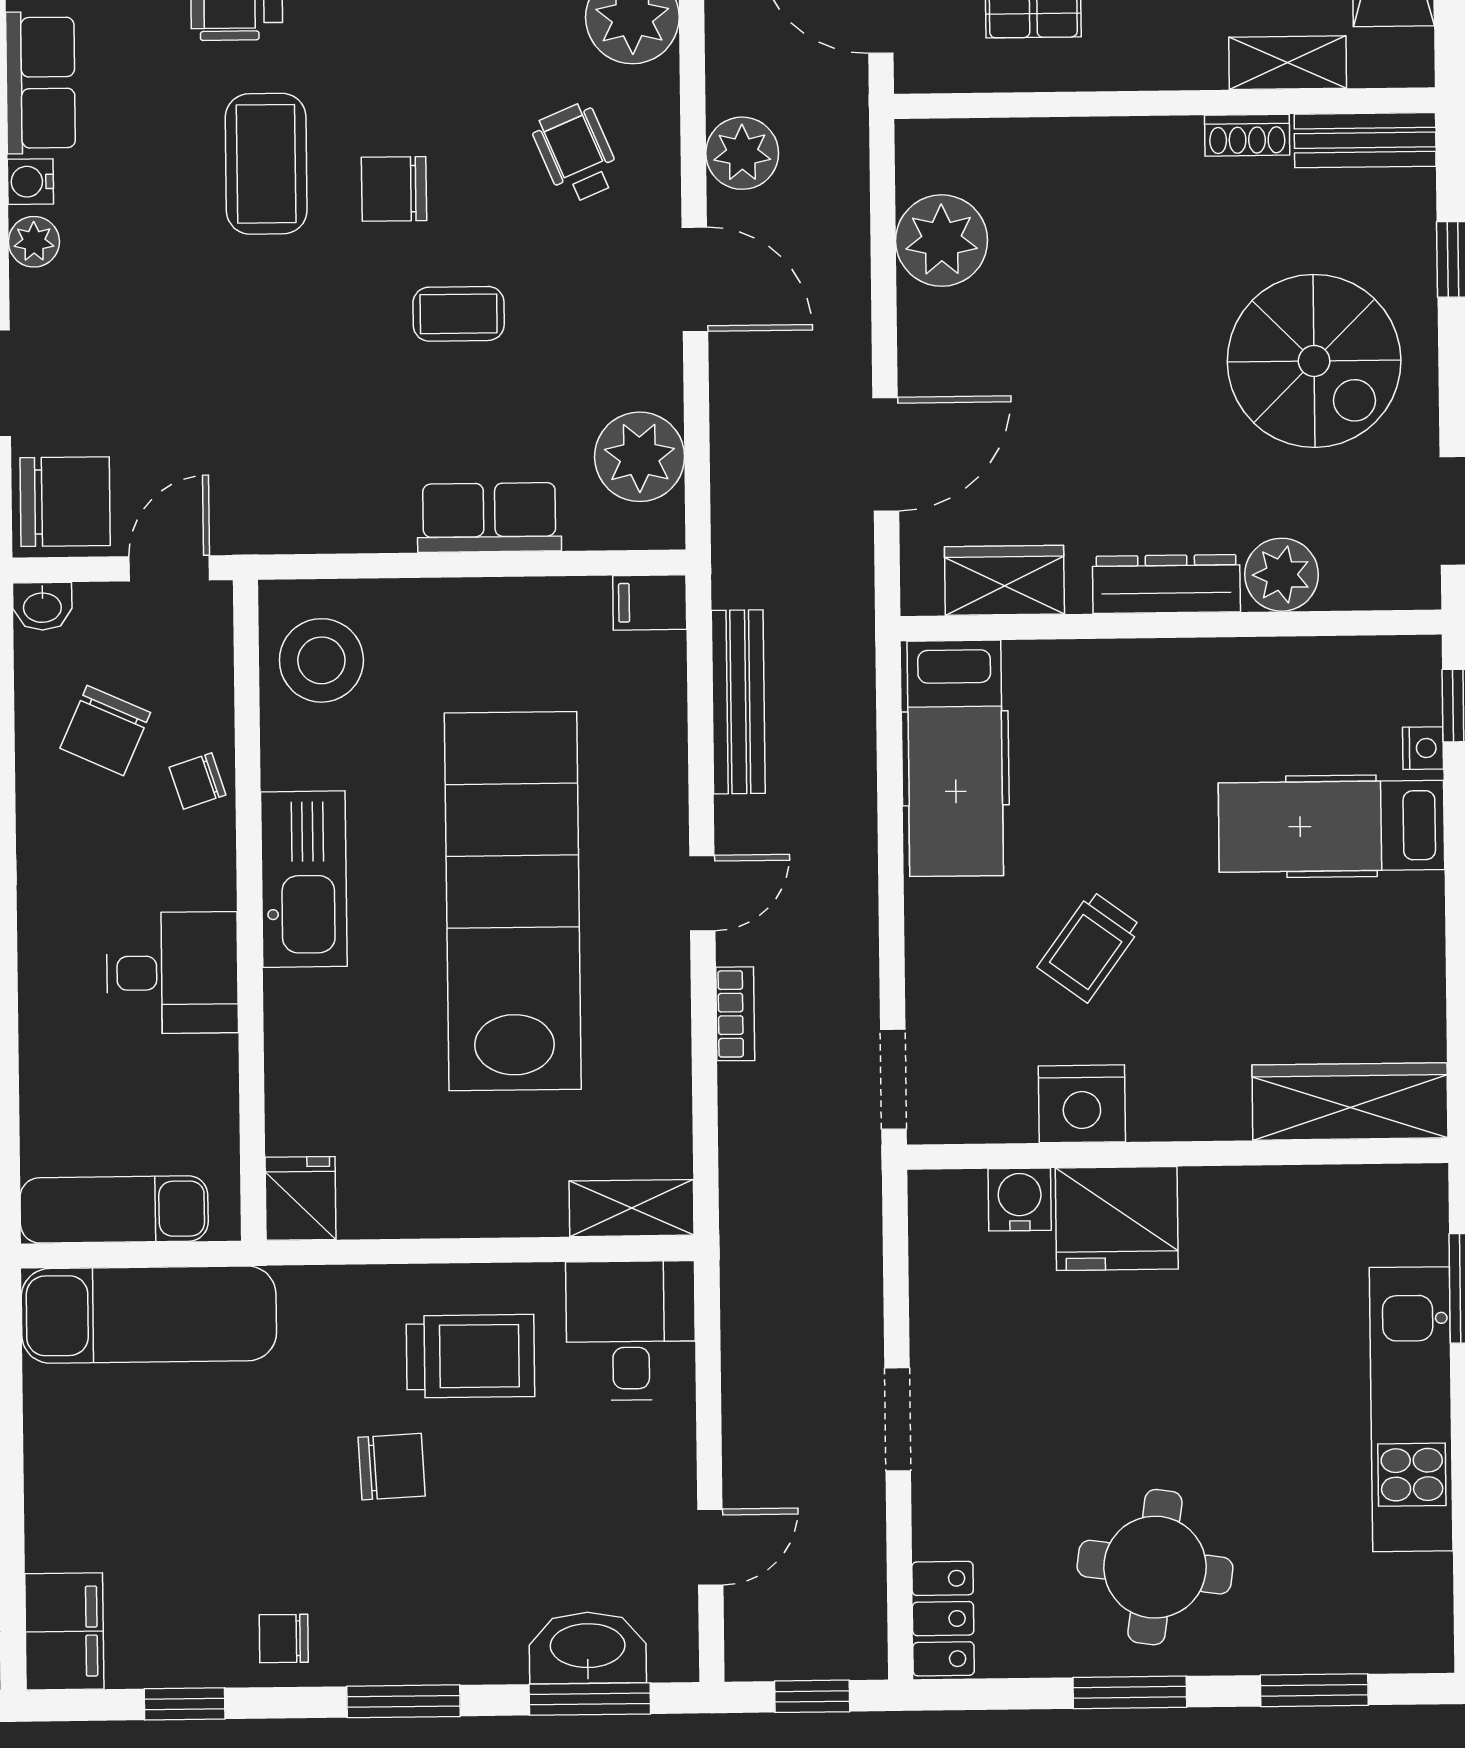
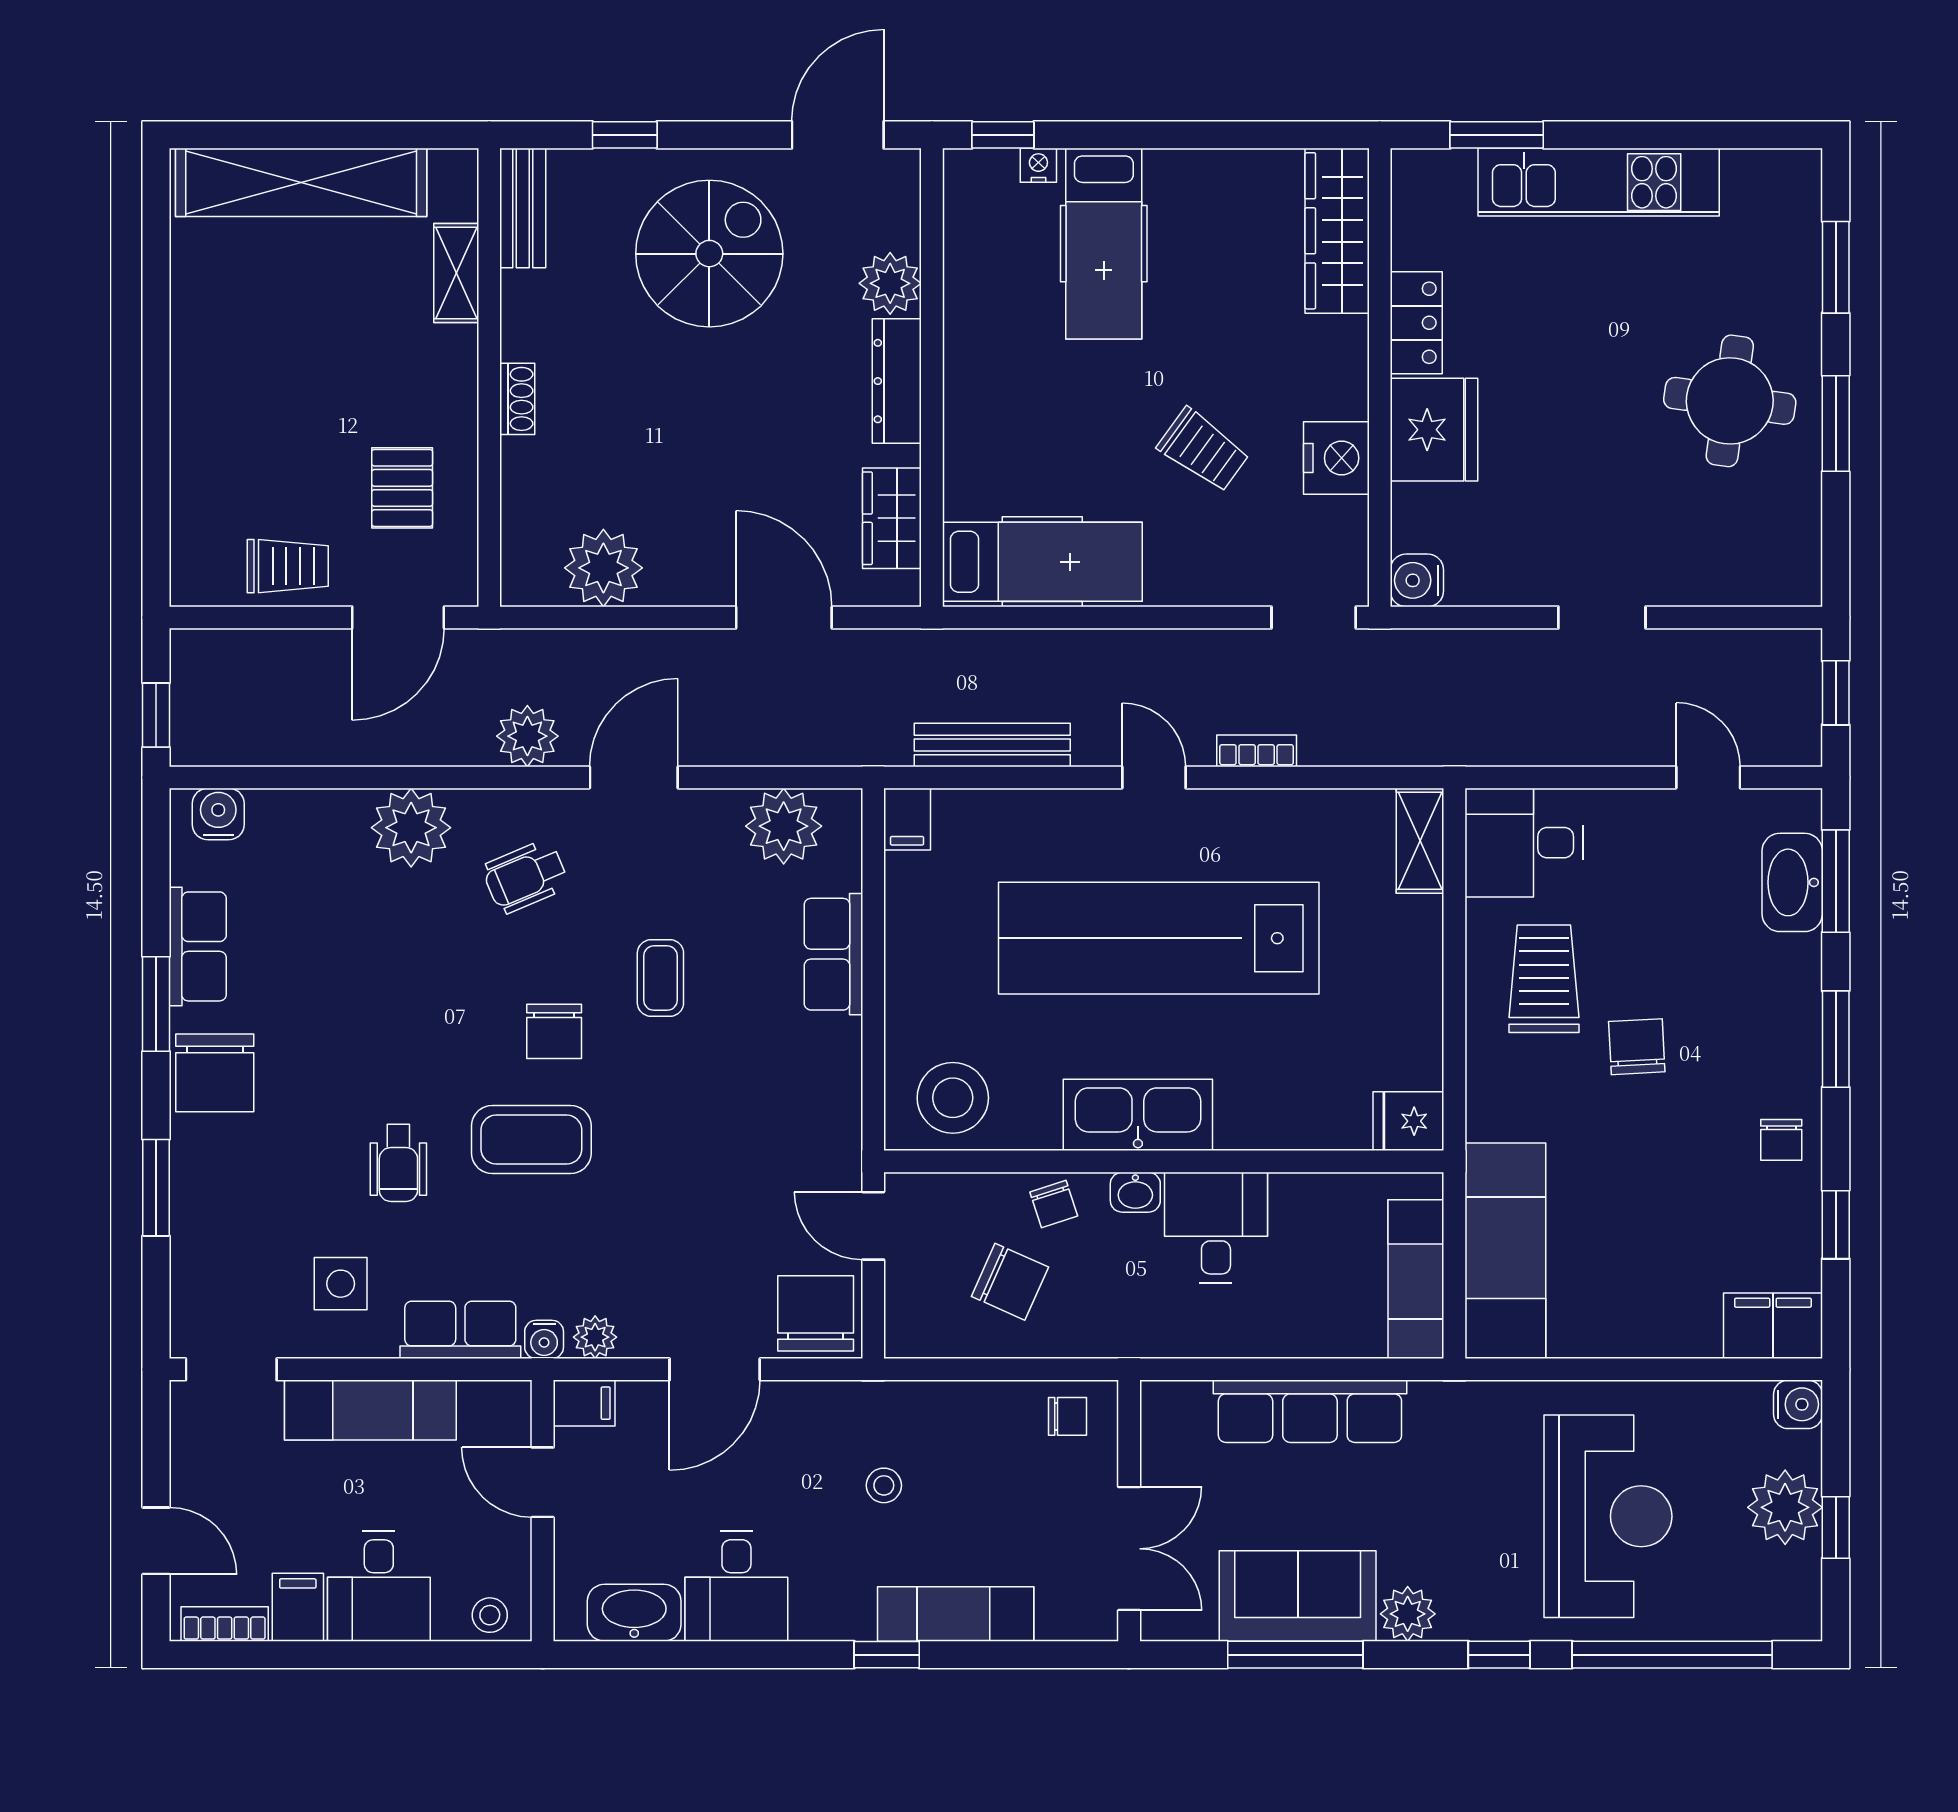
shoe rack: (1247, 135) -> (517, 399), moved
washbasin: (42, 606) -> (1135, 1192), moved, turned 90
water cooler: (1020, 1200) -> (1417, 580), moved
locker: (943, 1619) -> (1416, 323), moved, turned 90

